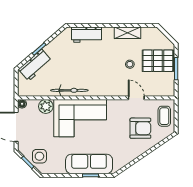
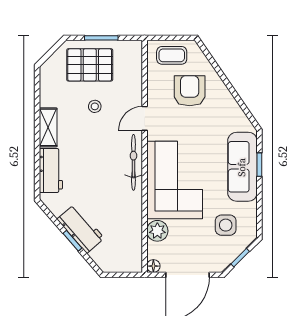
shelving: (127, 33) -> (48, 127), moved
pallet: (158, 61) -> (90, 65), turned 90
workbench: (35, 65) -> (81, 229), moved
bicycle: (69, 90) -> (133, 162), moved
door: (136, 98) -> (145, 118), moved
side table: (39, 156) -> (226, 225), moved

